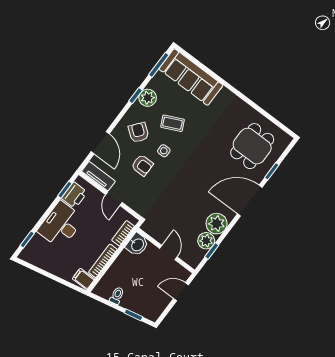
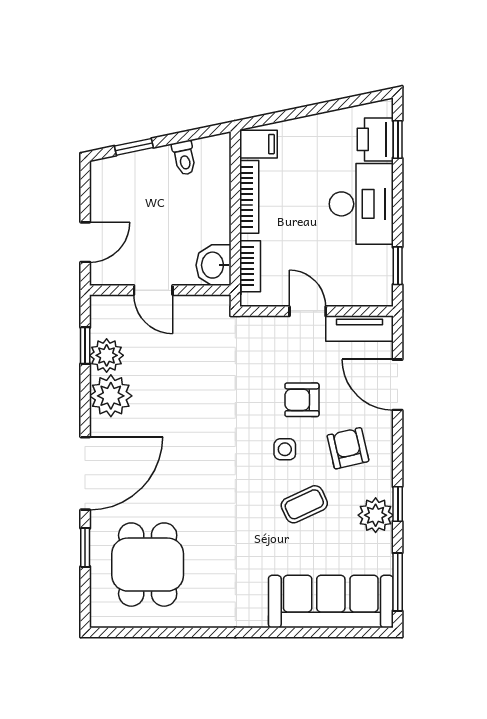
armchair: (139, 132) -> (348, 448), turned -141
printer: (74, 195) -> (375, 139), moved

